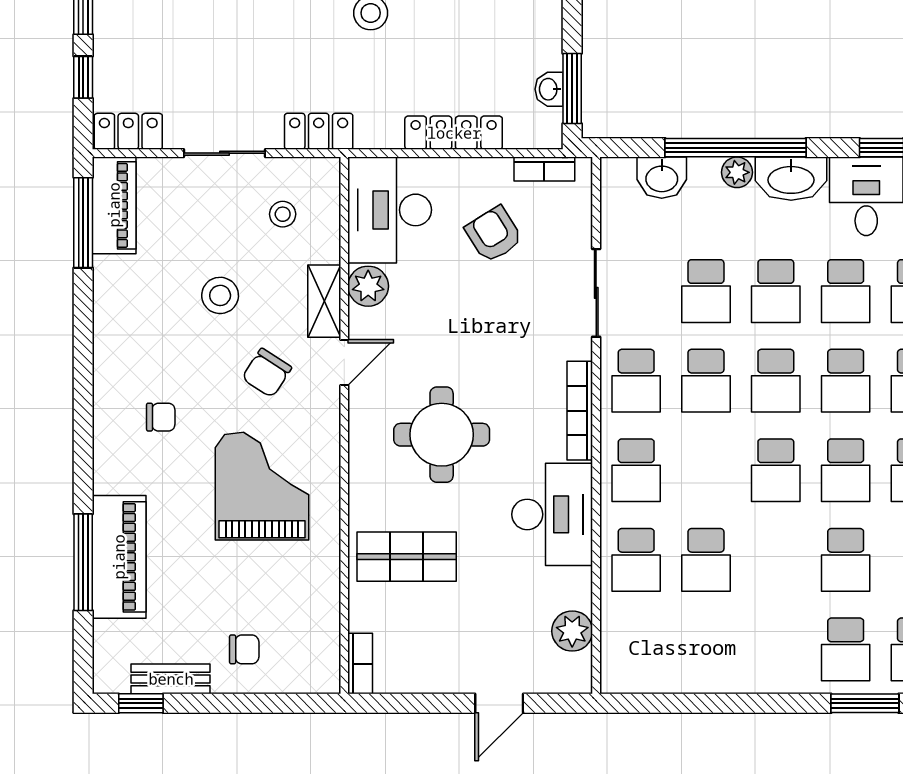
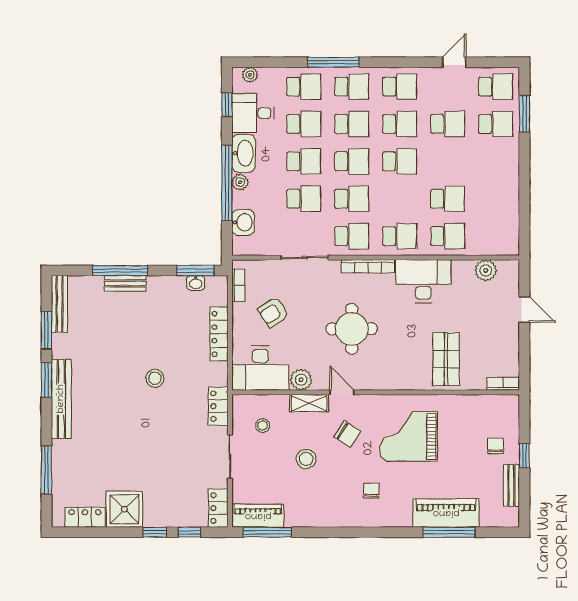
round table: (442, 435) -> (352, 329), moved
window: (141, 703) -> (524, 456), moved

